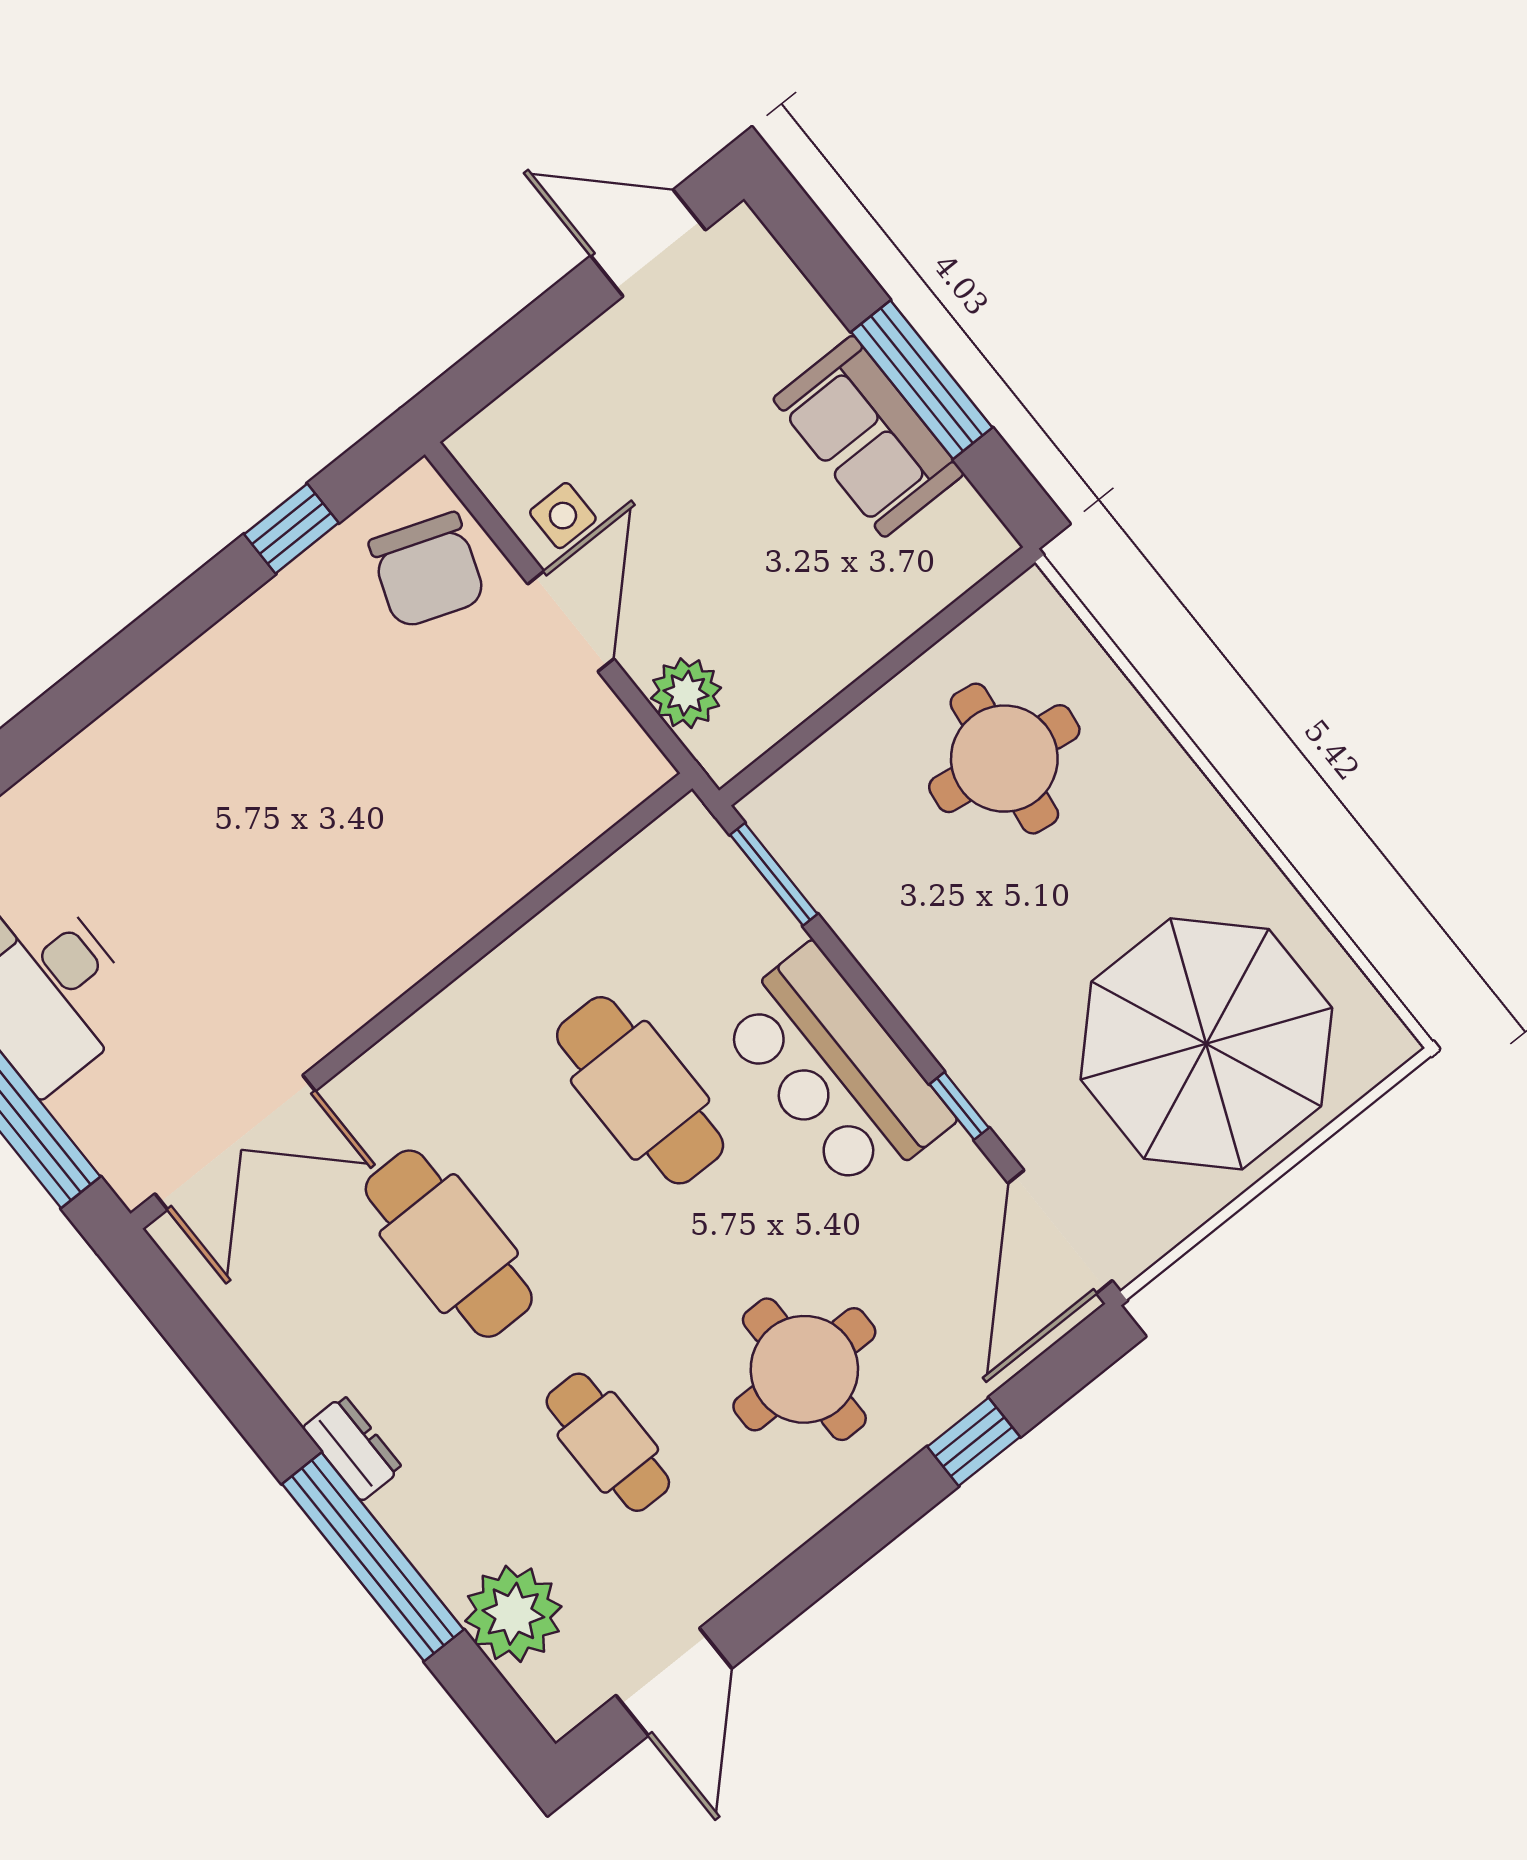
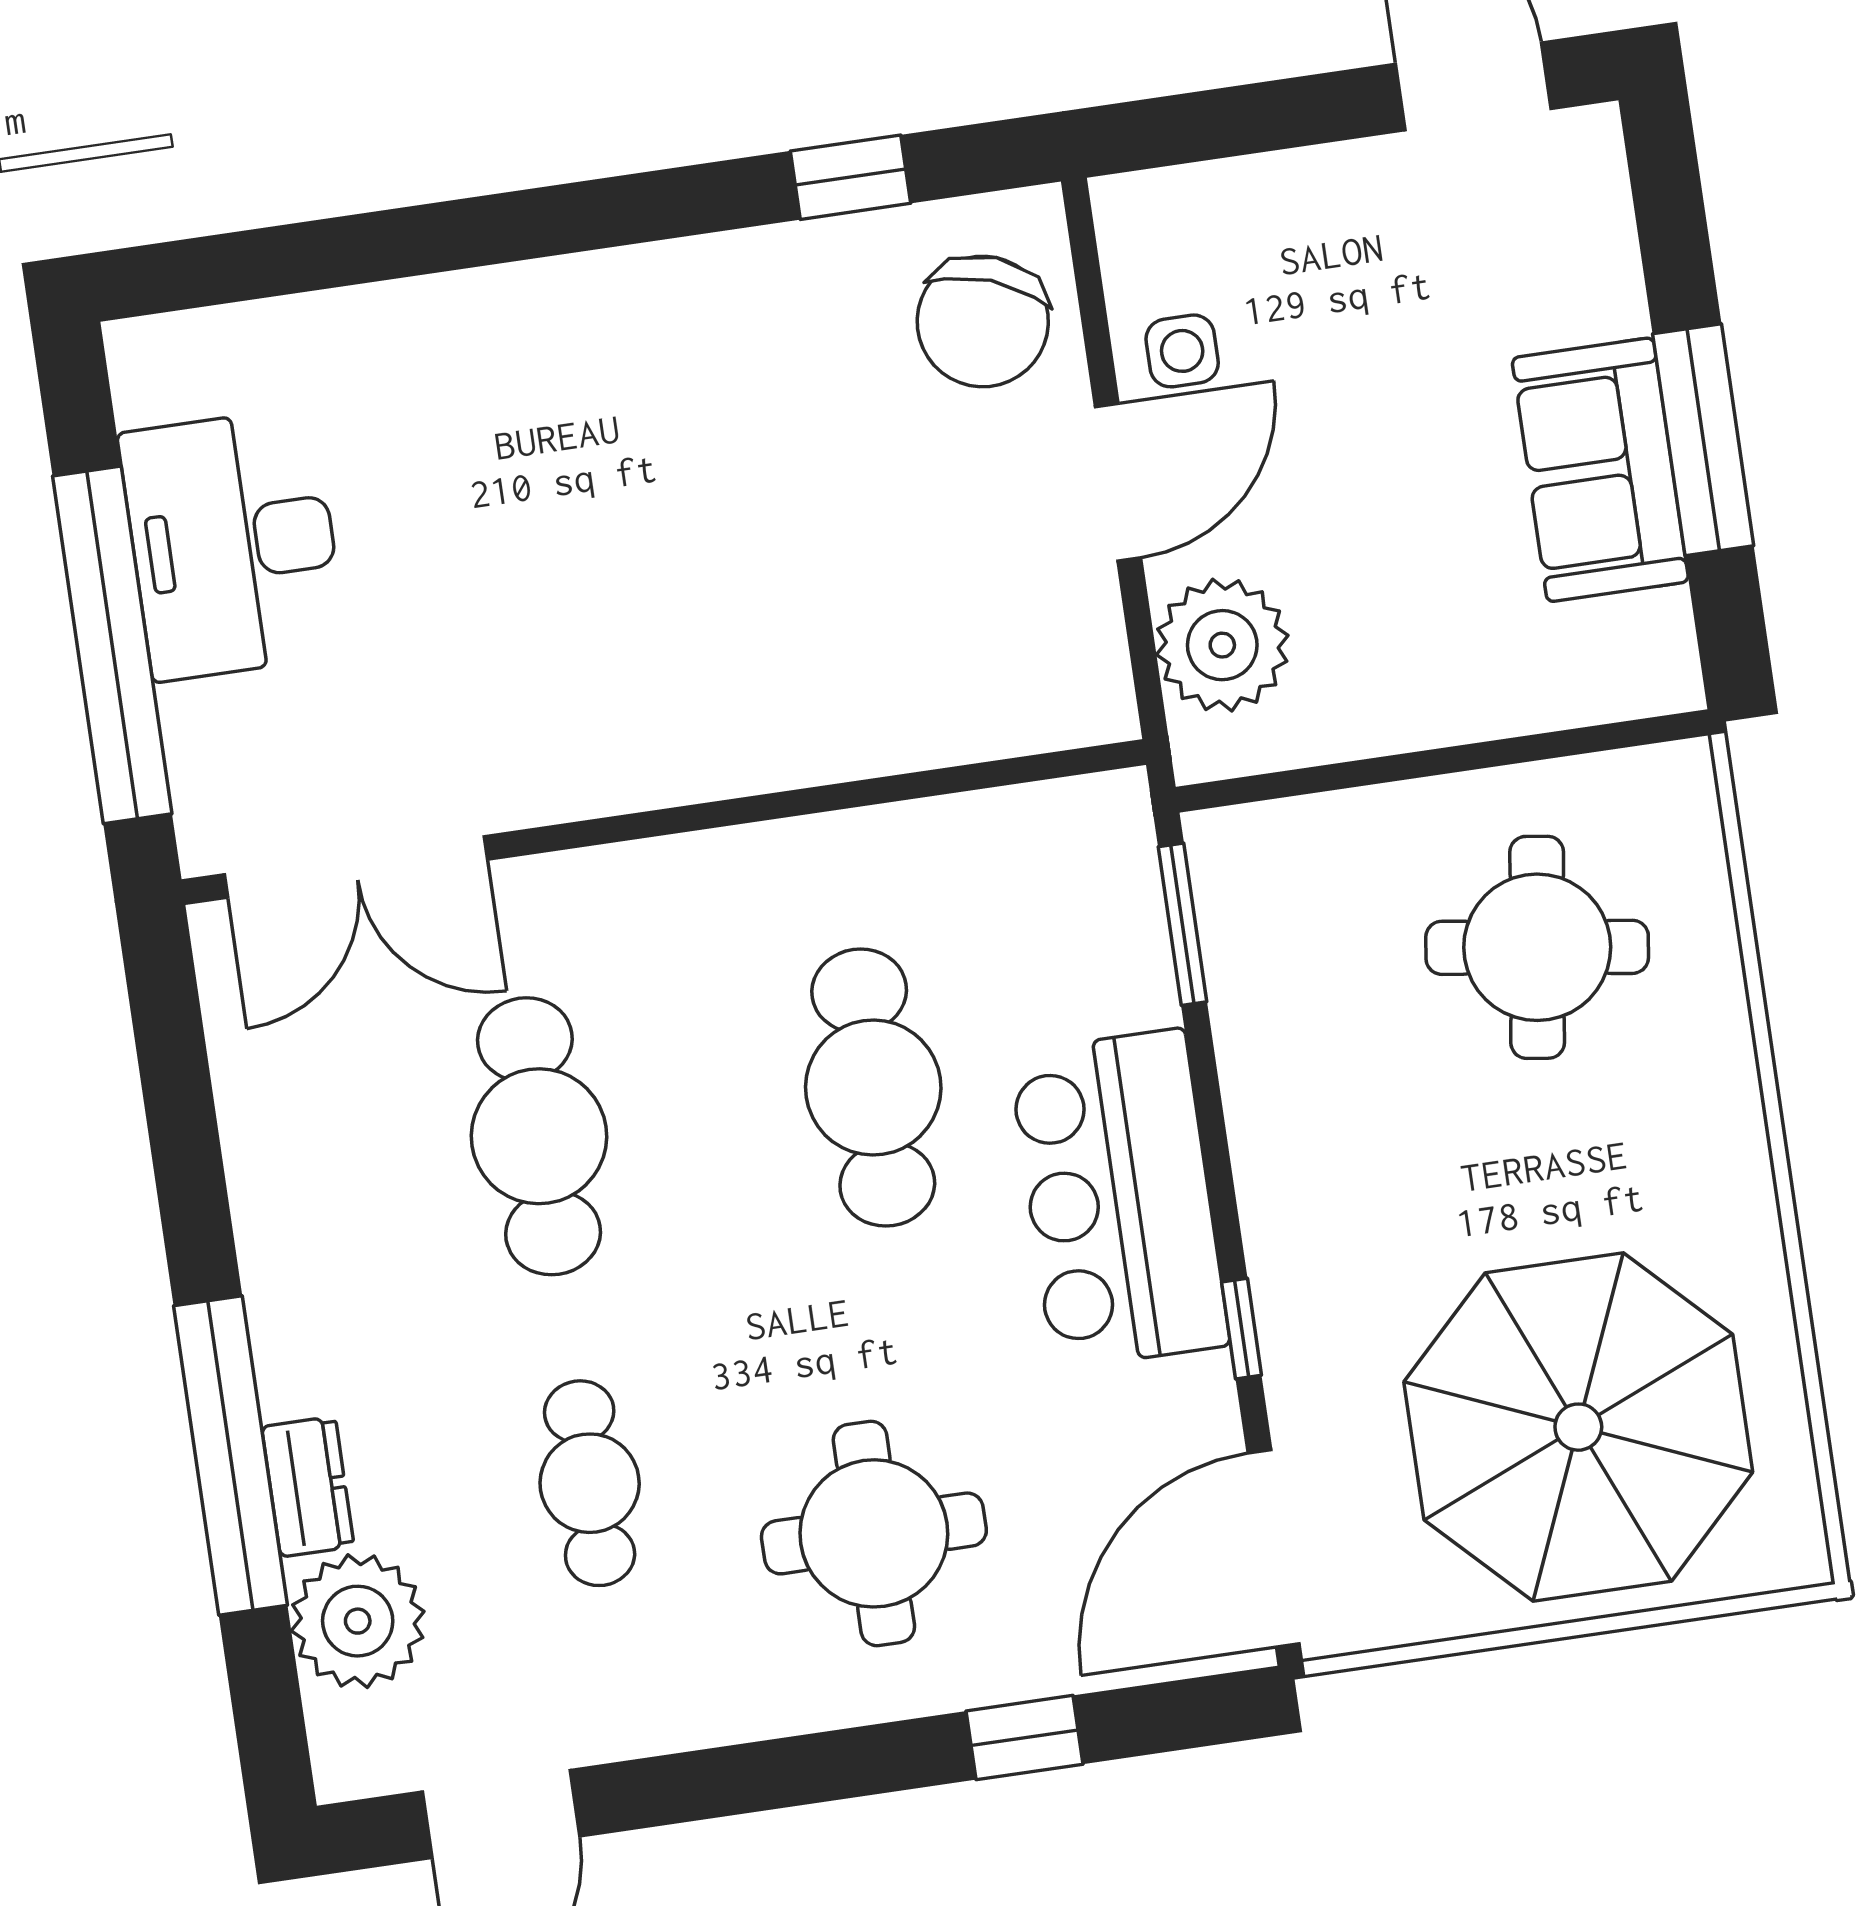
plant: (686, 693) -> (1222, 645), width x1.36, depth x1.36
dresser: (353, 1448) -> (308, 1487), moved

